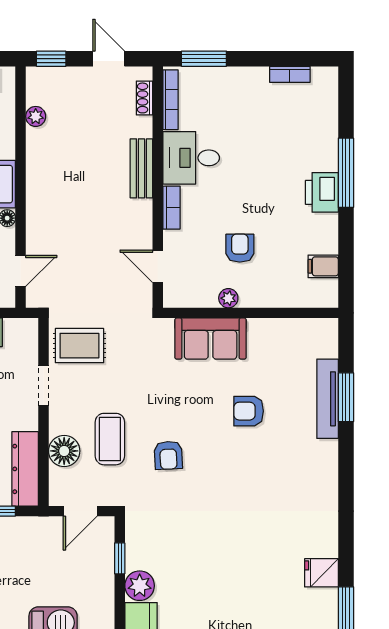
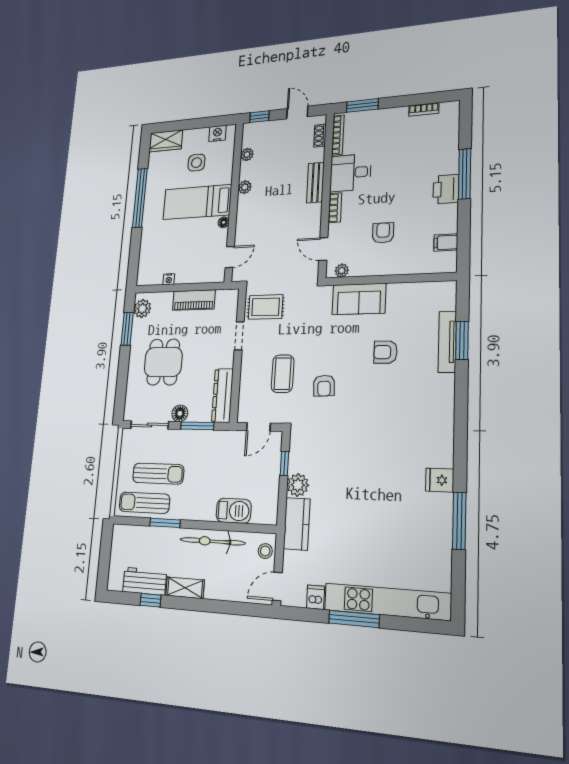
plant: (36, 167) -> (245, 187), added
plant: (228, 298) -> (342, 271), moved
floor lamp: (64, 451) -> (250, 382), removed

